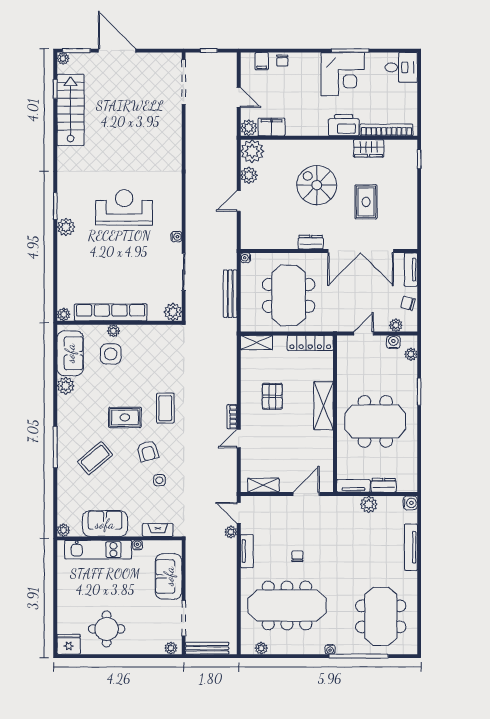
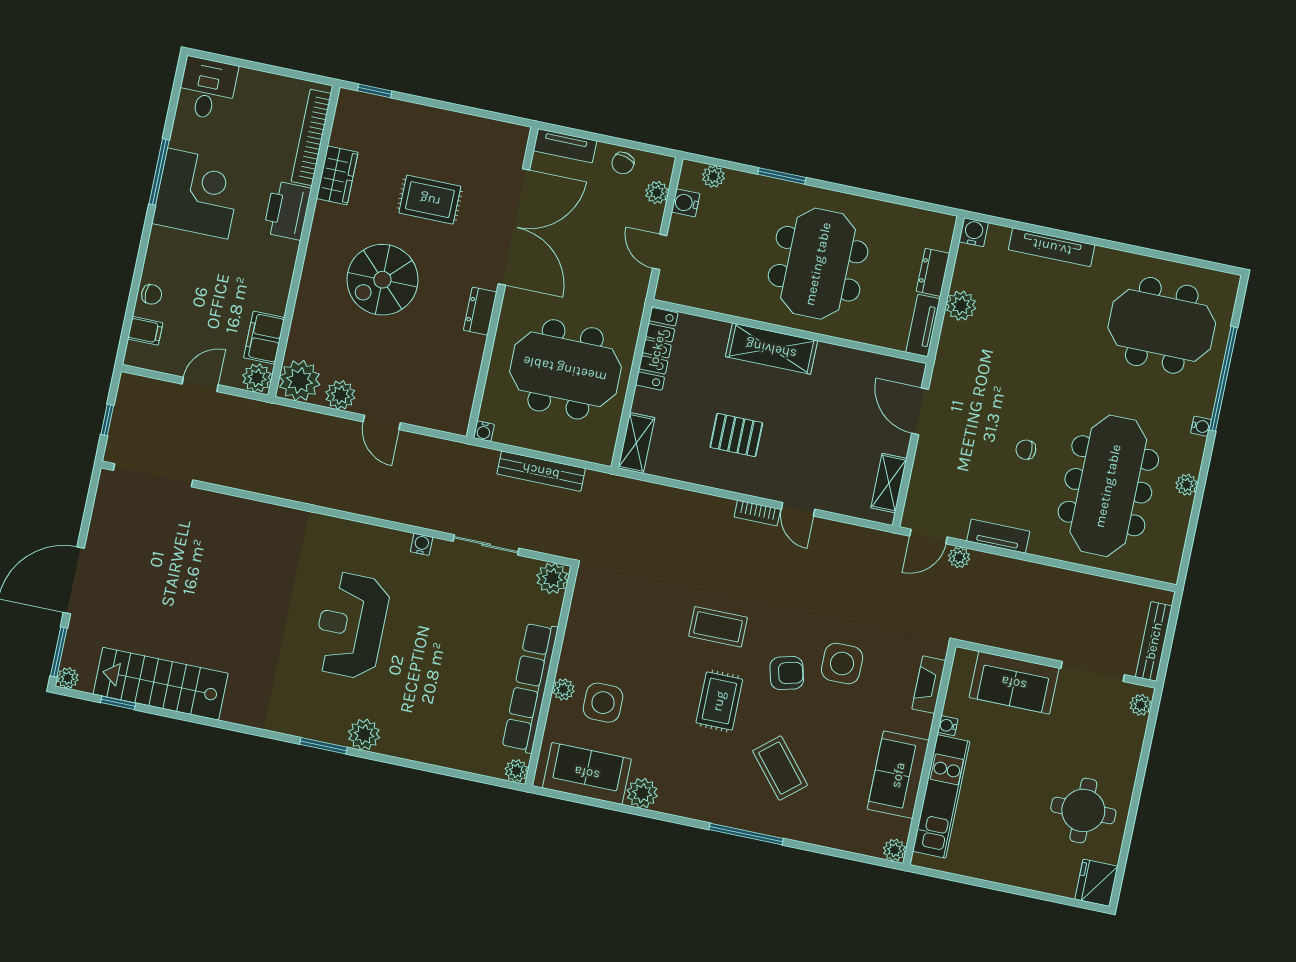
side table: (159, 480) -> (842, 664), width x1.87, depth x1.87
plant: (261, 648) -> (1187, 485), moved

